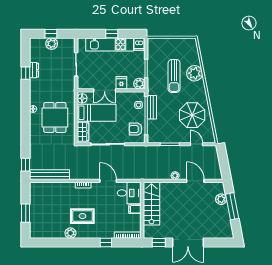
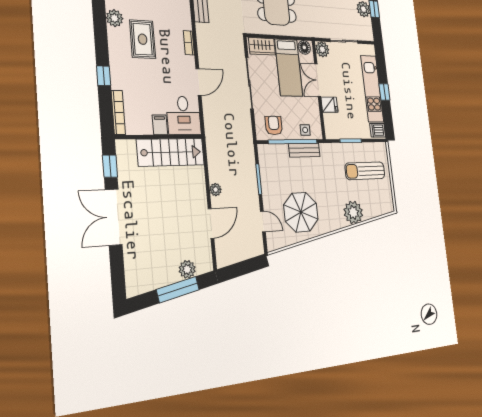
sun lounger: (174, 76) -> (365, 171), moved
plant: (139, 84) -> (322, 49), moved
door: (196, 144) -> (263, 222), hinge flipped

